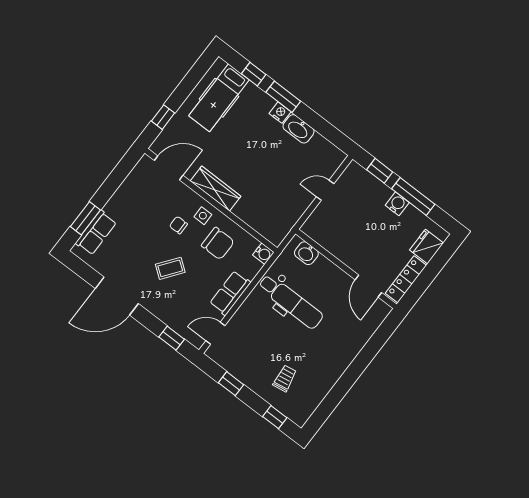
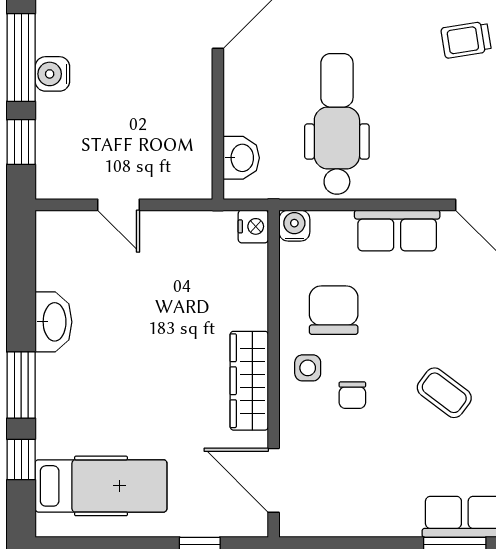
nightstand: (280, 113) -> (253, 226), moved, turned 180
coffee table: (170, 268) -> (444, 393), moved

